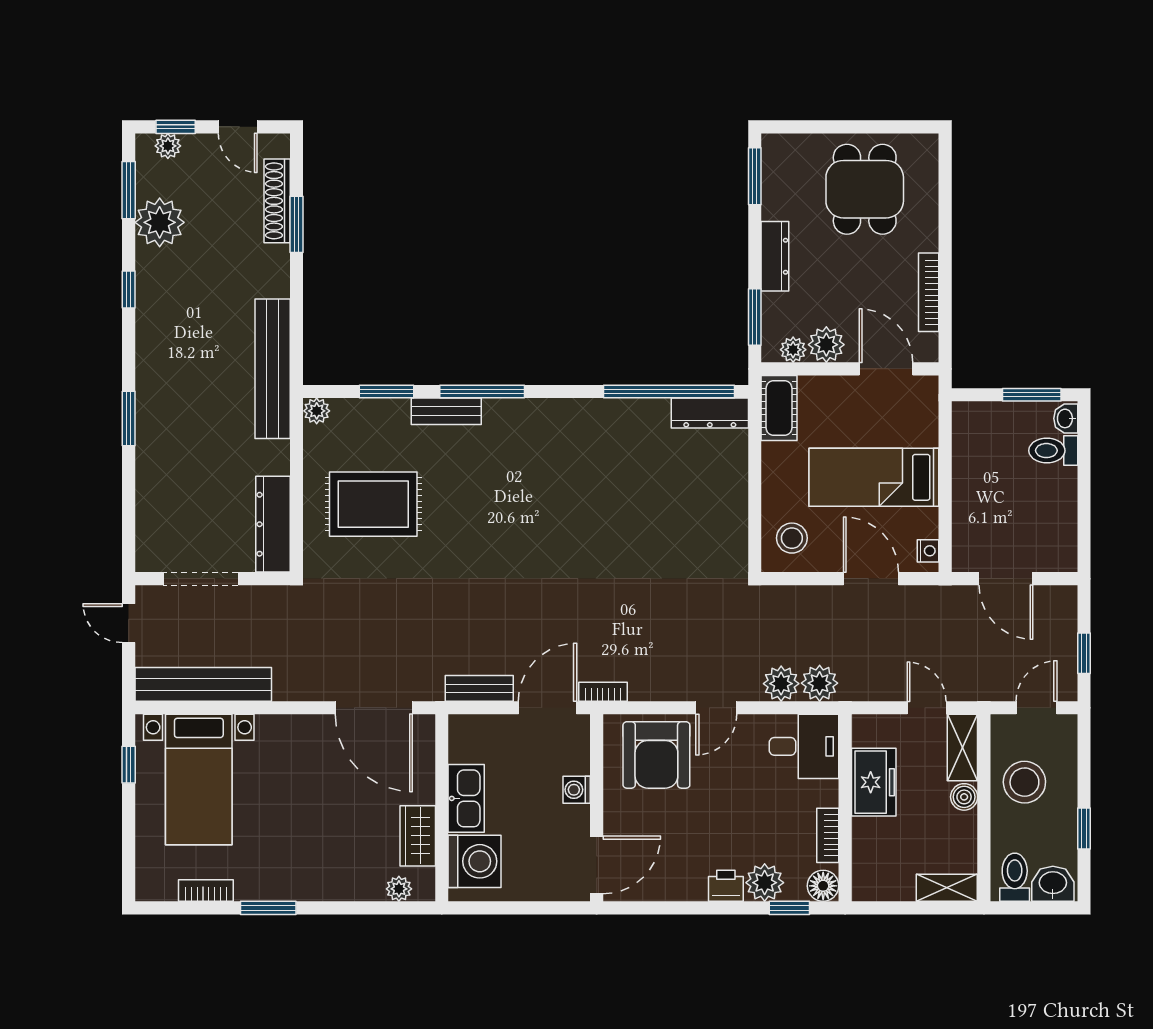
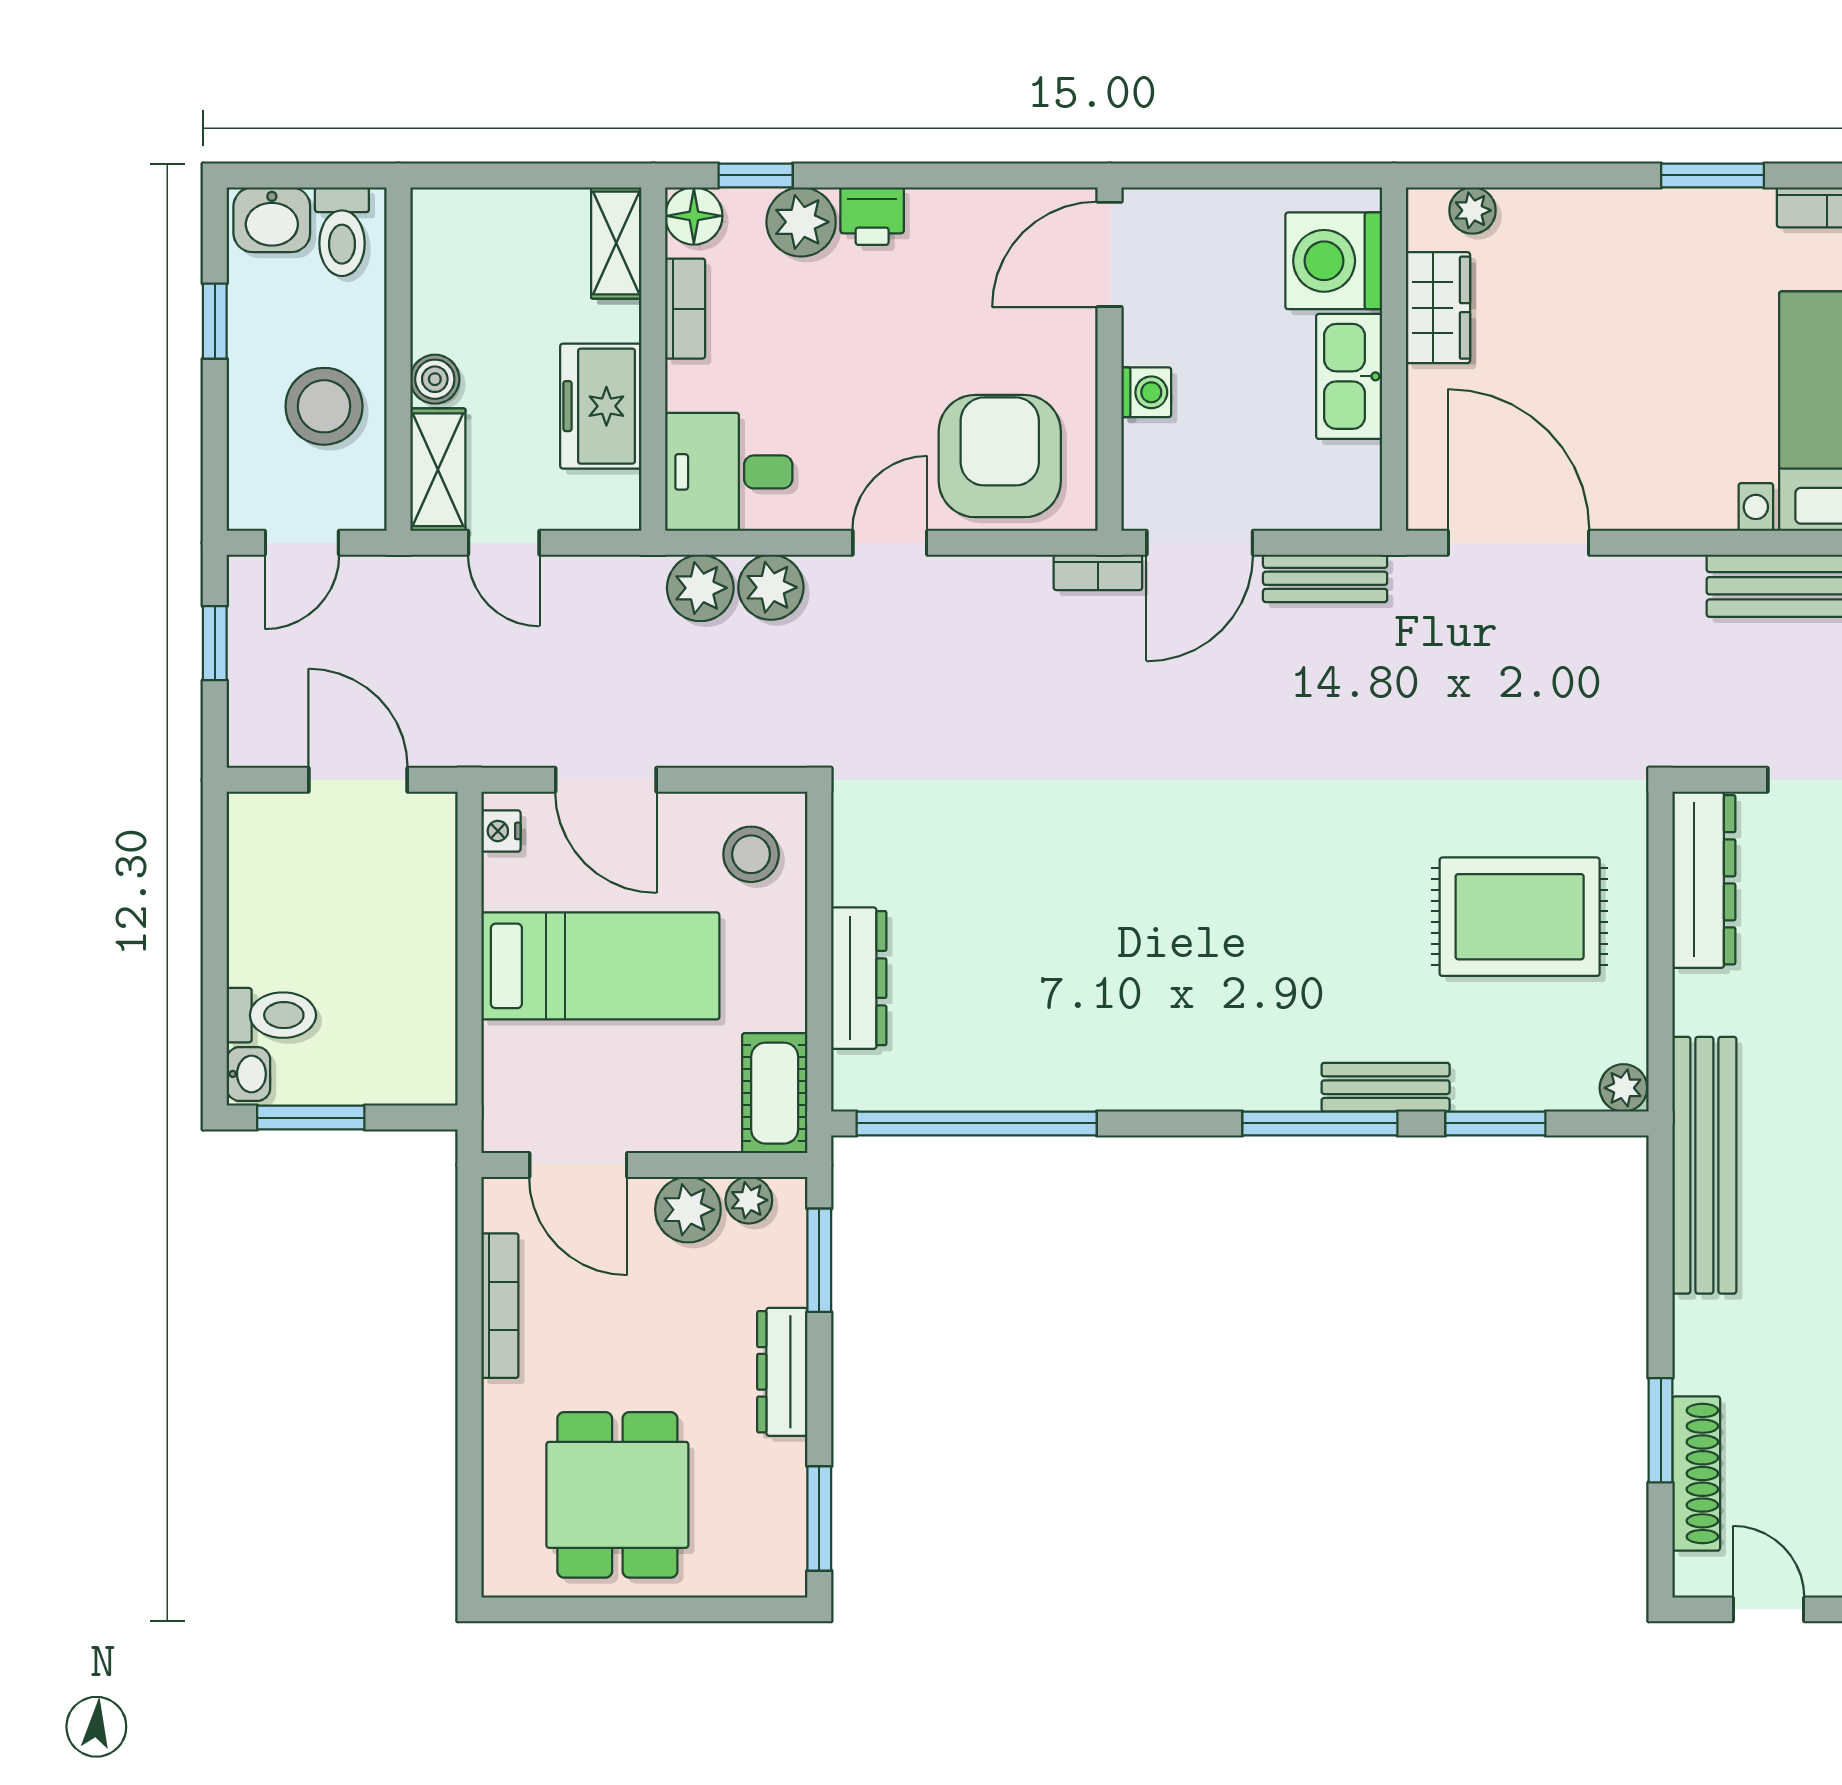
dresser: (710, 413) -> (859, 978), moved, turned 90
shelving: (947, 888) -> (616, 243), moved, turned 90

